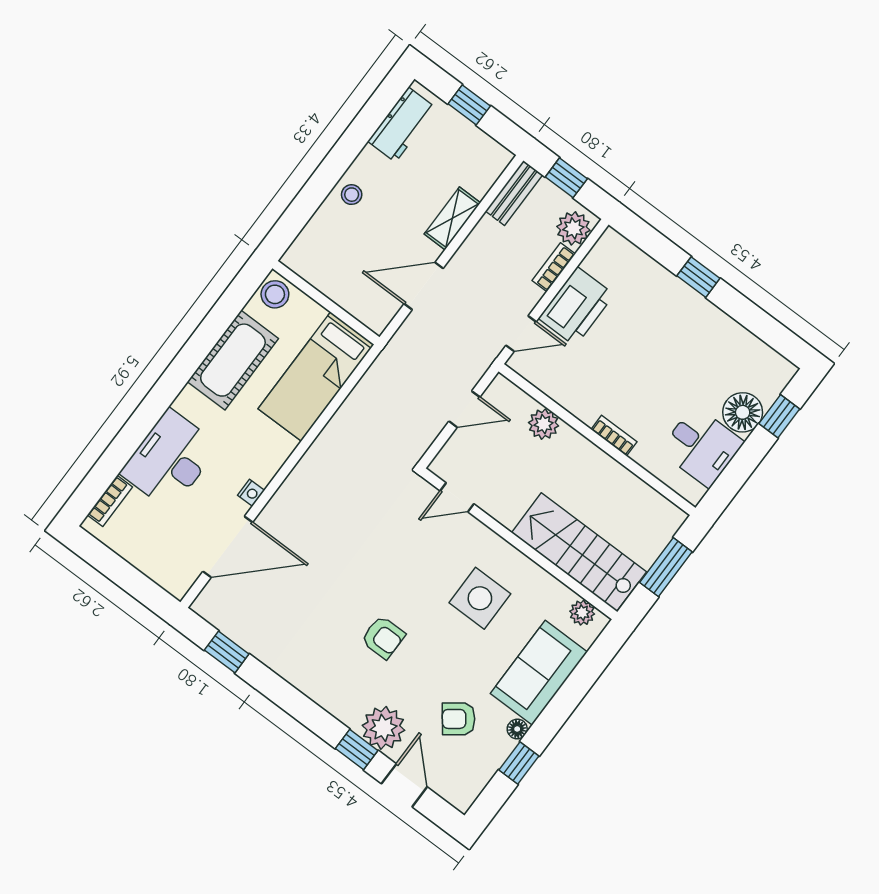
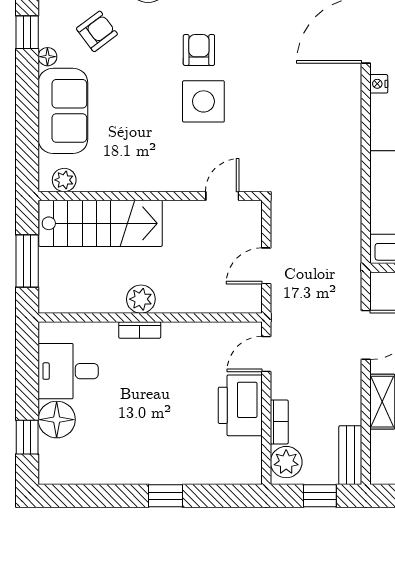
plant: (544, 424) -> (141, 299), moved
side table: (480, 598) -> (203, 101), moved
armchair: (383, 637) -> (199, 50), turned 90

